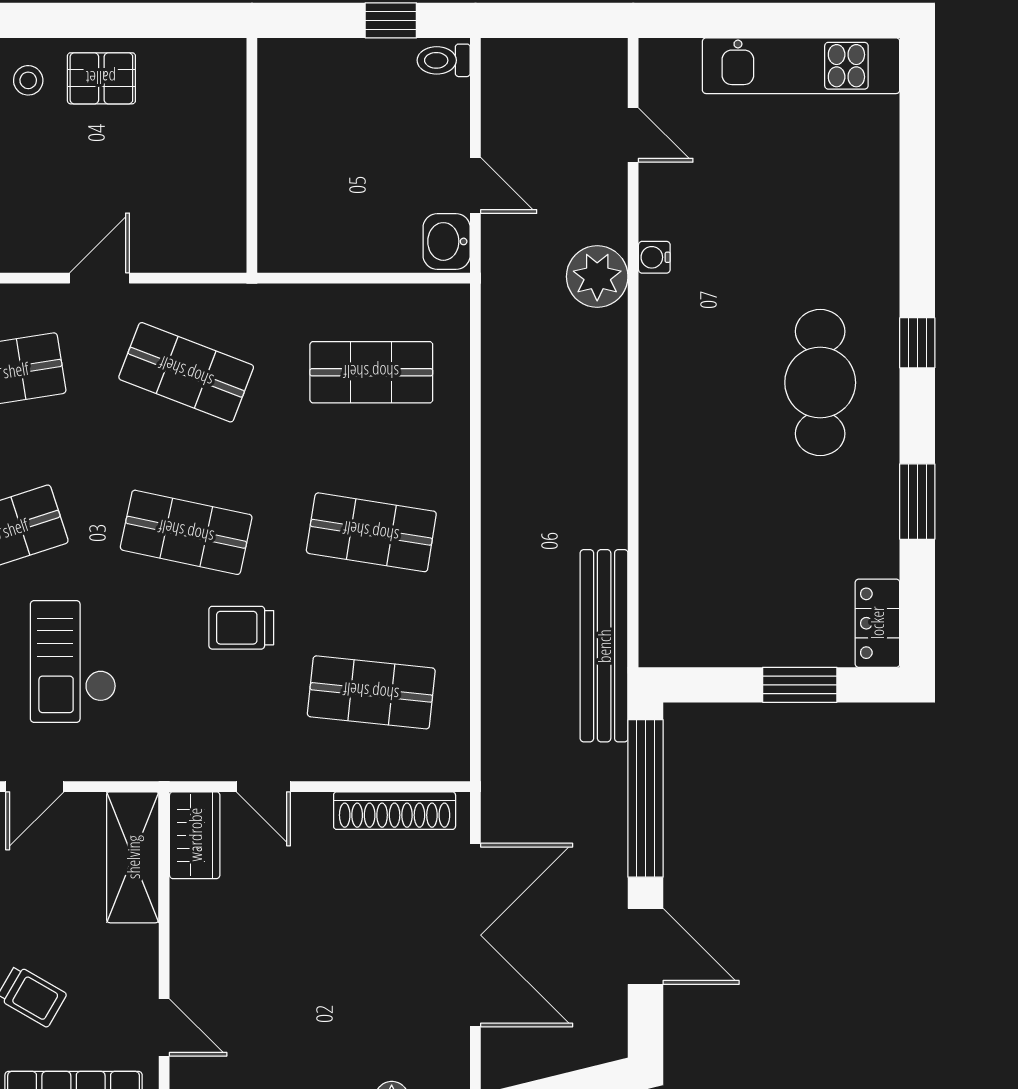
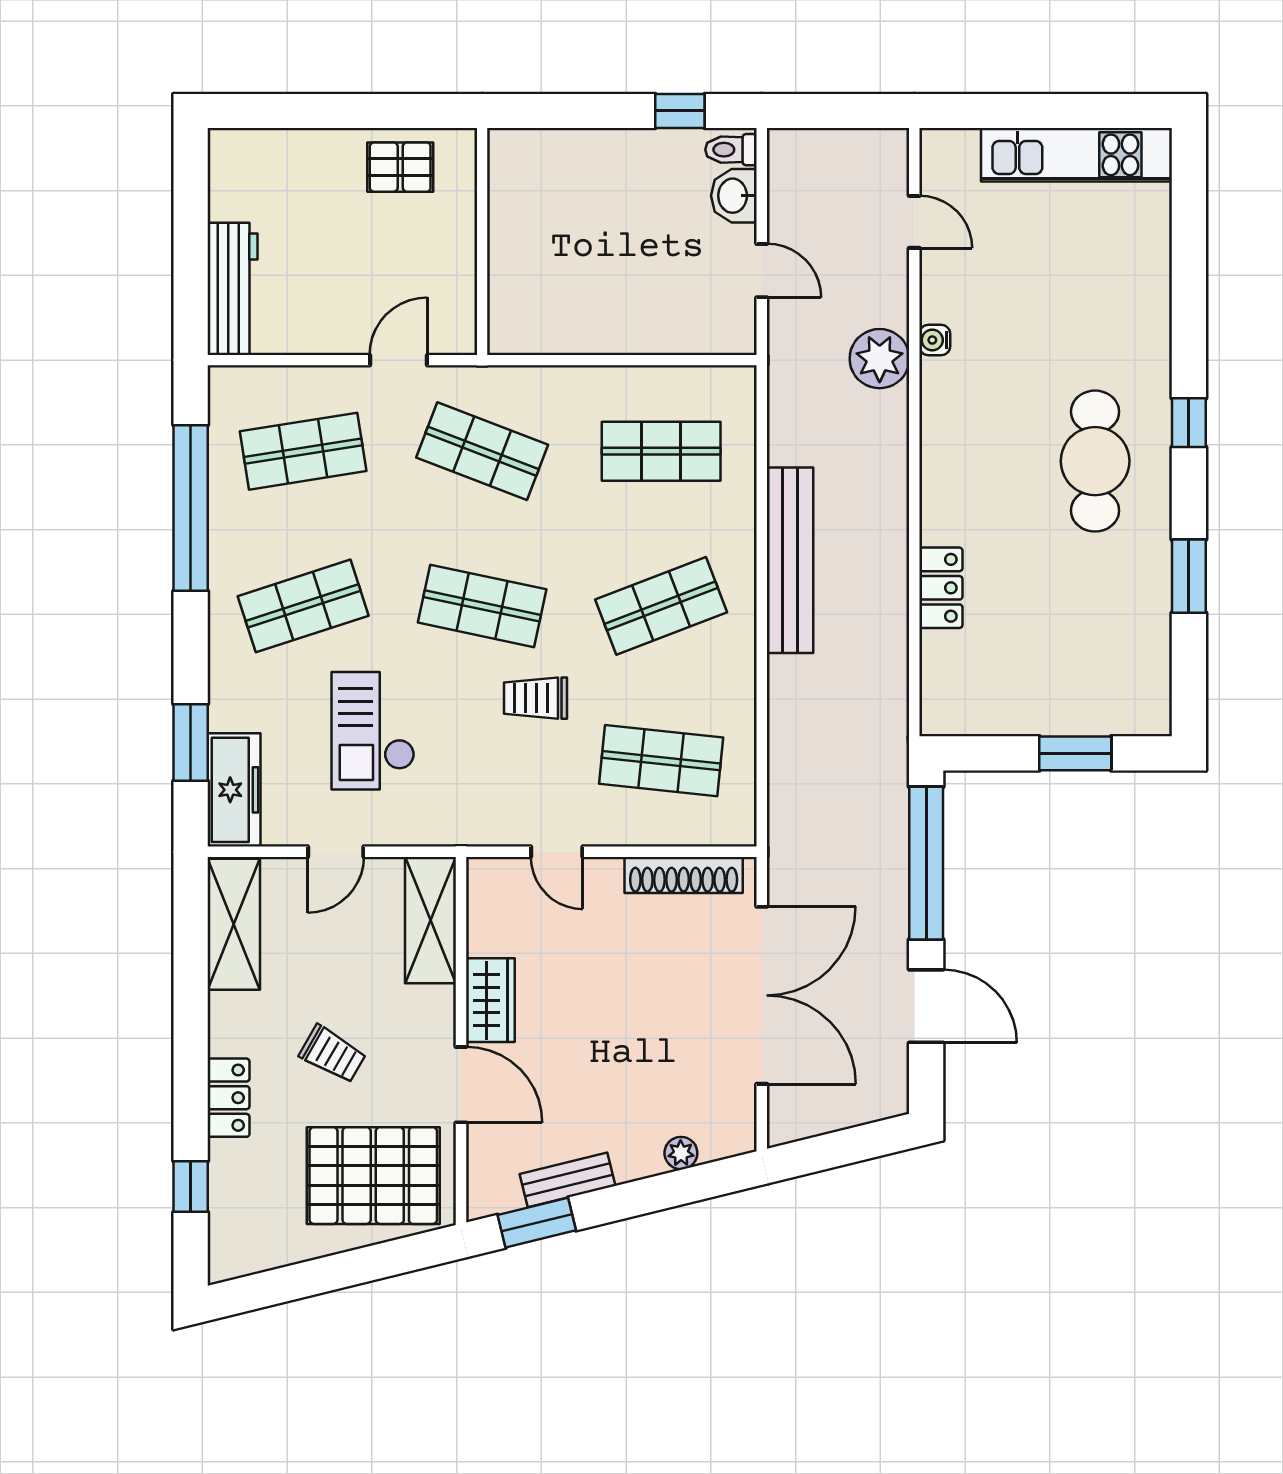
stool: (28, 80) -> (329, 169), removed
wall: (252, 155) -> (482, 242), moved
washbasin: (447, 241) -> (734, 196), moved
shop shelf: (371, 532) -> (661, 606), turned -30
locker: (877, 623) -> (941, 588), moved, turned 180
bench: (604, 646) -> (790, 560), moved
wardrobe: (195, 835) -> (490, 1000), moved
door: (164, 1028) -> (461, 1085), width x1.38

